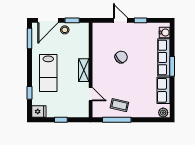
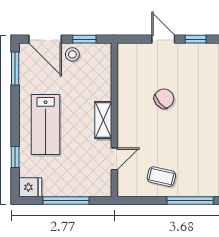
door: (48, 20) -> (45, 39), hinge flipped
door: (91, 94) -> (114, 159), hinge flipped
window: (61, 120) -> (66, 201), width x2.17
window: (117, 120) -> (190, 201), moved

